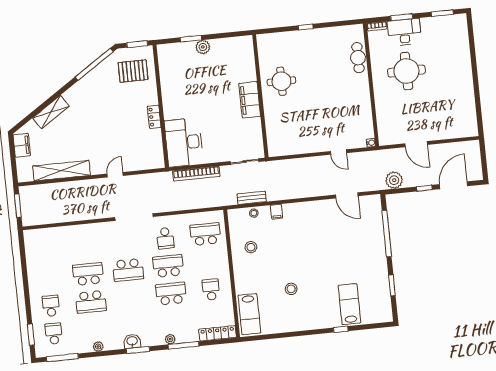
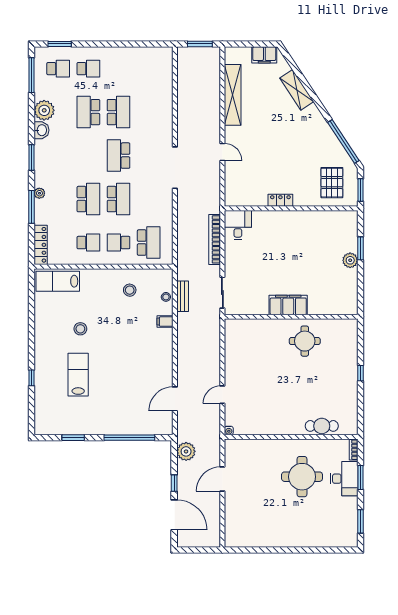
desk: (184, 142) -> (238, 225), width x0.53, depth x0.77
school desk: (165, 238) -> (119, 243), moved
lab bench: (349, 304) -> (78, 375), moved, turned -90
washbasin: (132, 341) -> (41, 130), moved
plant: (98, 347) -> (44, 110), width x1.87, depth x1.87

